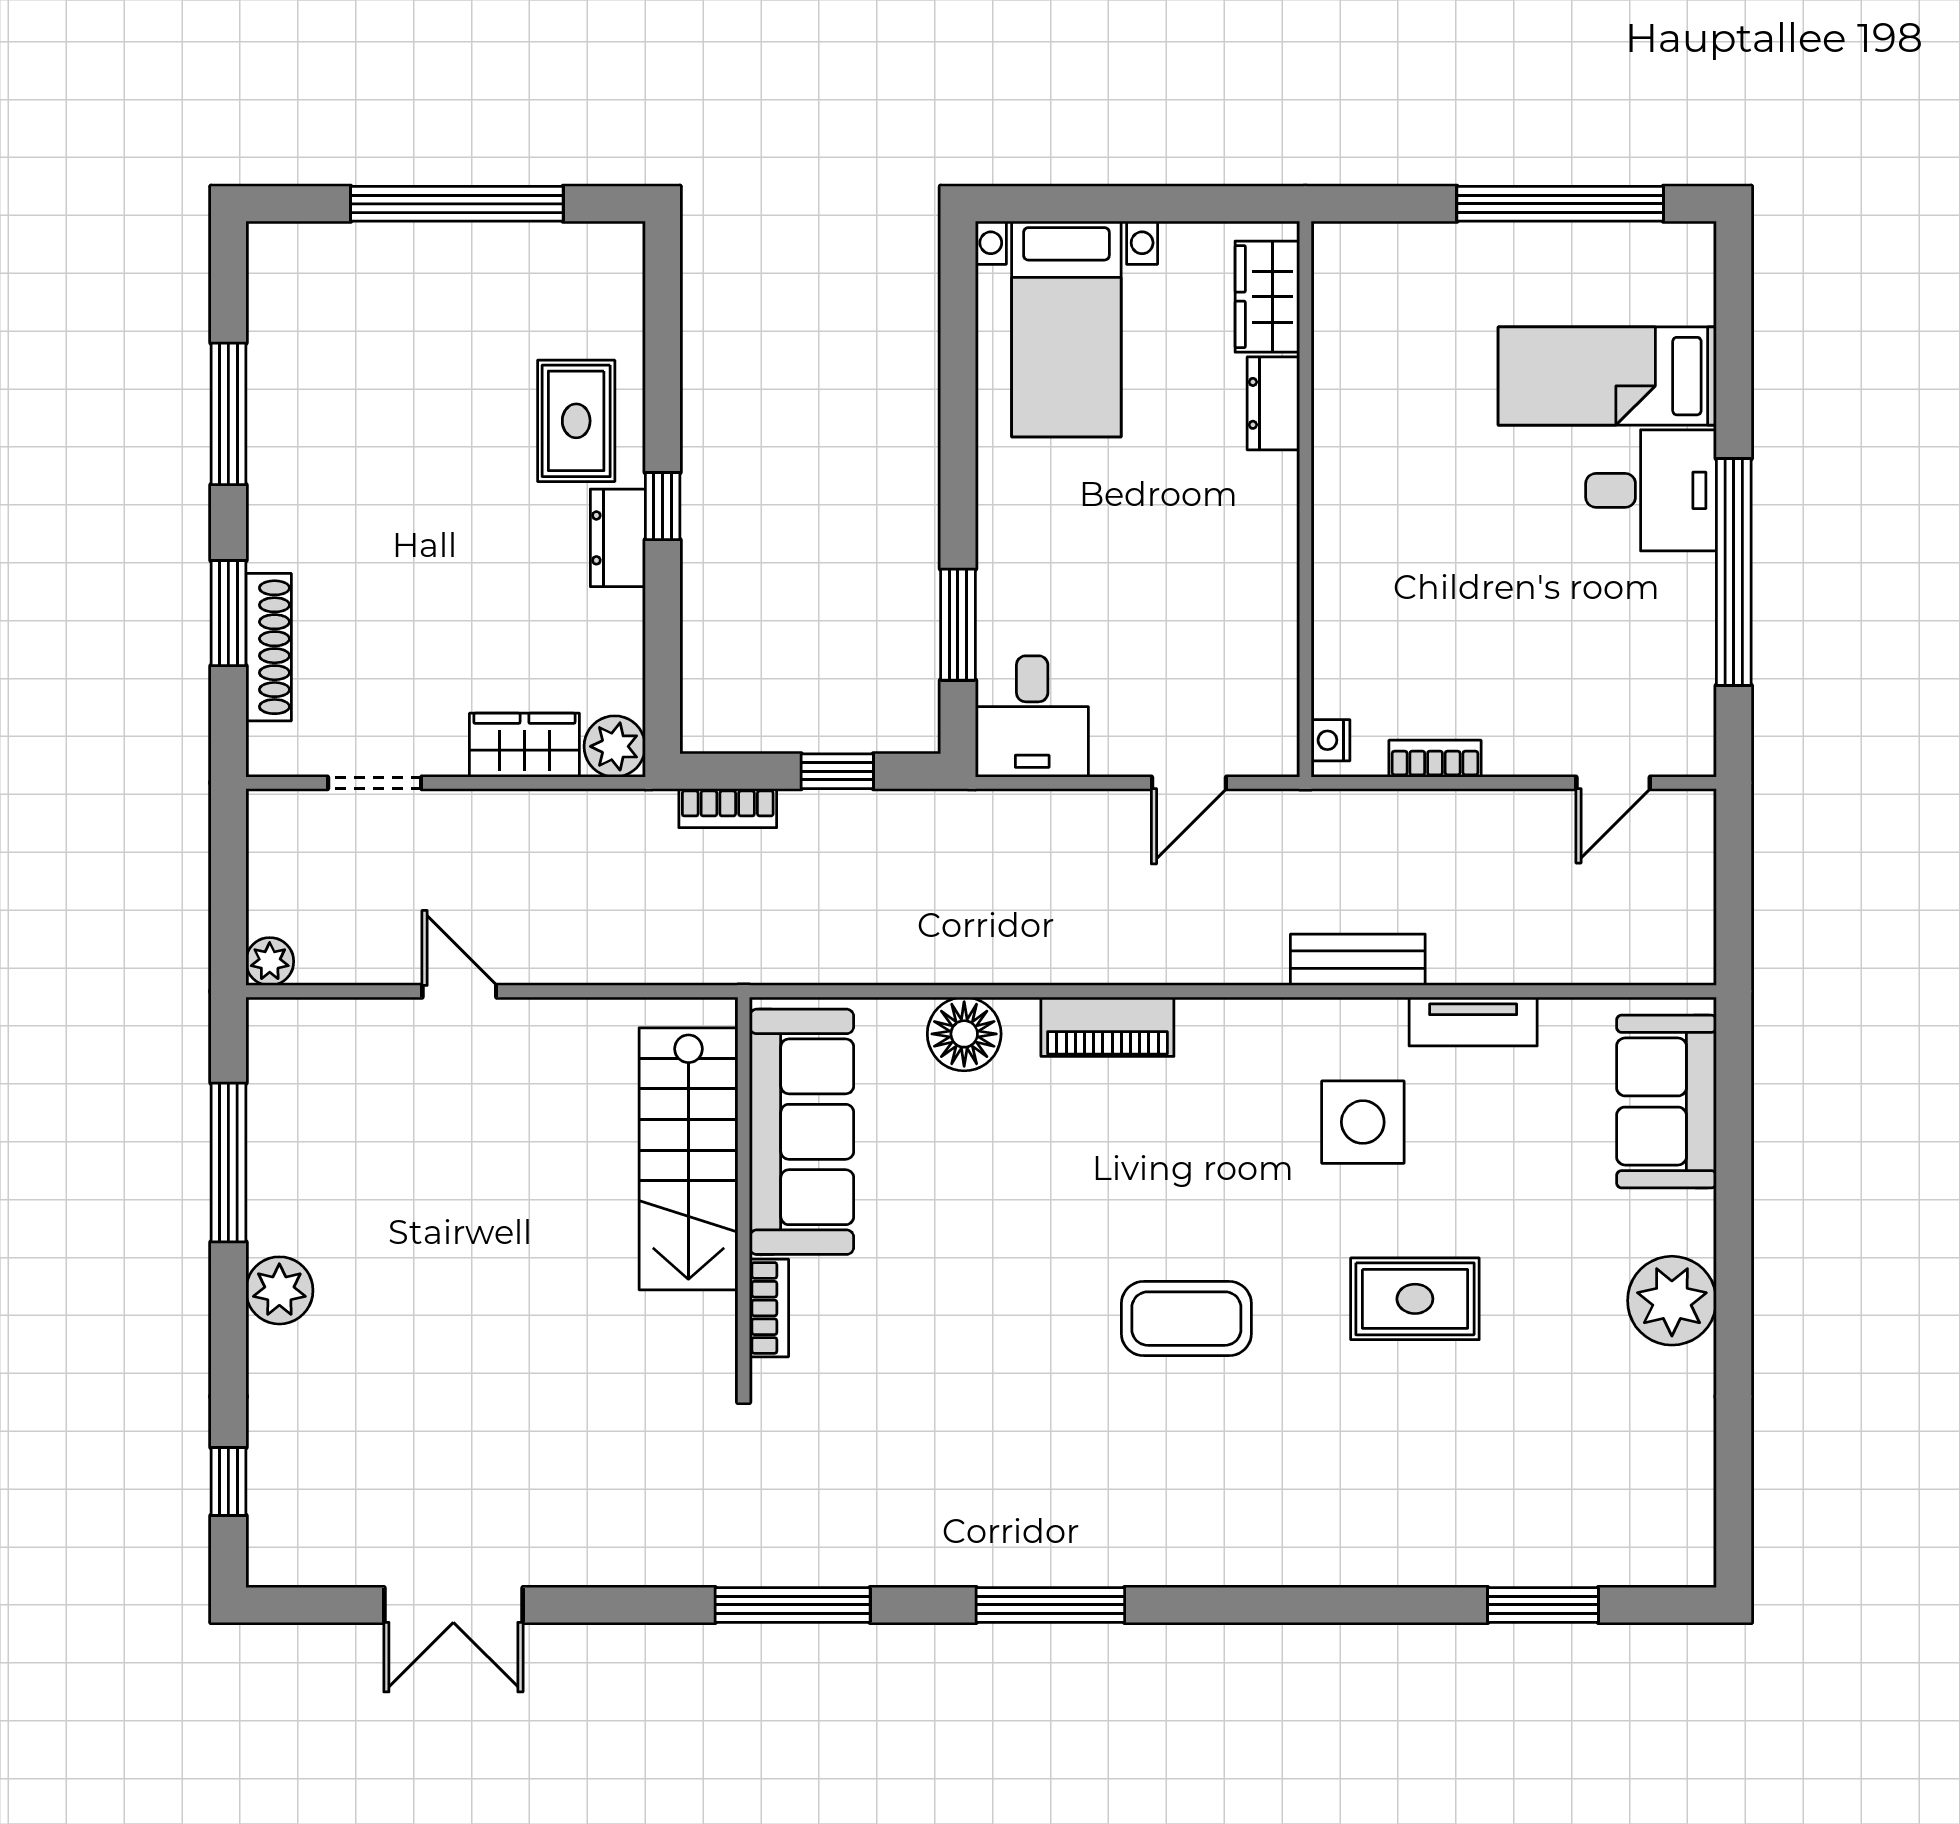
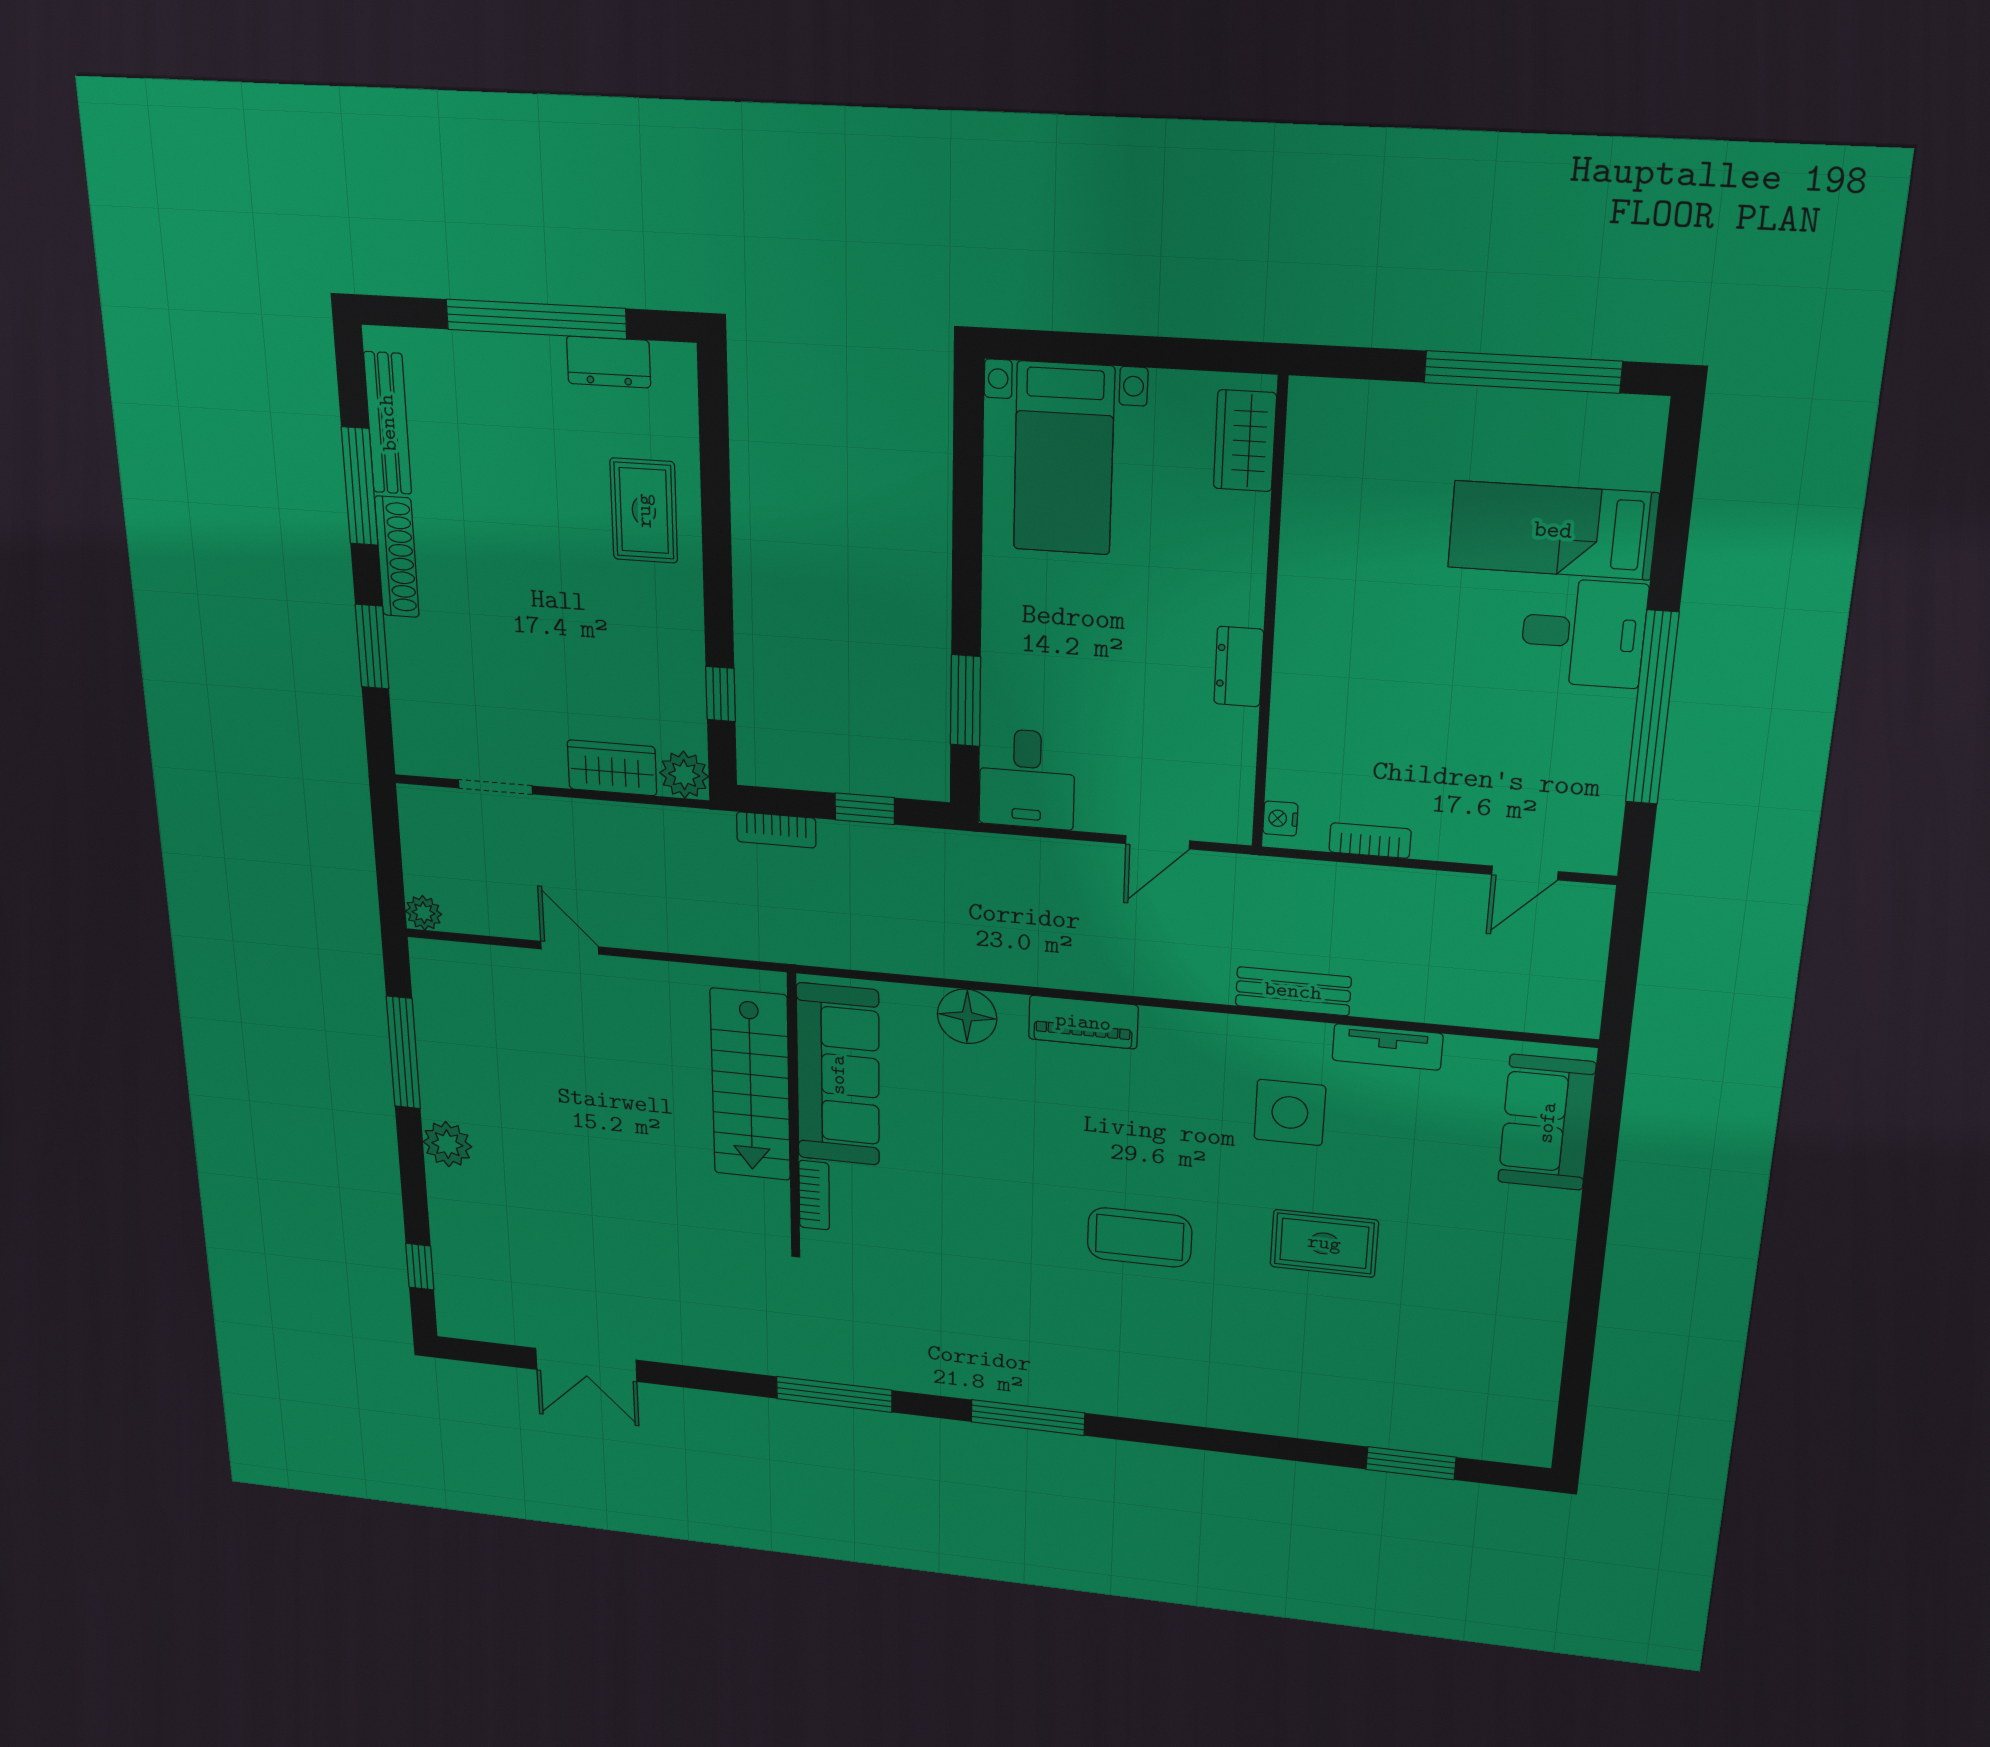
bench: (269, 336) -> (388, 423), added
dresser: (1273, 403) -> (1239, 667), moved
window: (663, 506) -> (721, 694), moved
dresser: (618, 538) -> (609, 362), moved, turned -90
shoe rack: (269, 647) -> (397, 557), moved
plant: (1672, 1301) -> (1536, 1267), removed

